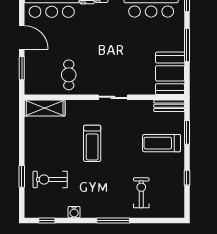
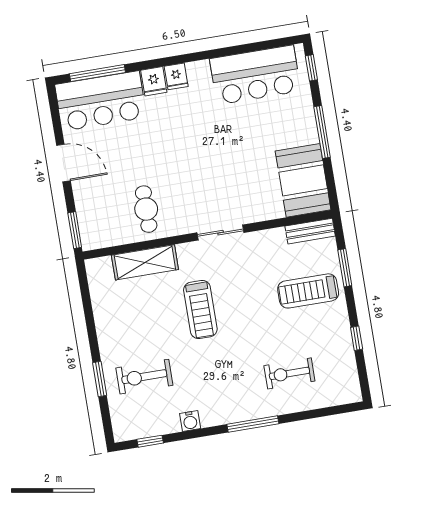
window: (22, 68) -> (75, 230), moved
shelving: (45, 108) -> (145, 262), moved
exercise bike: (141, 193) -> (289, 373), turned -90

